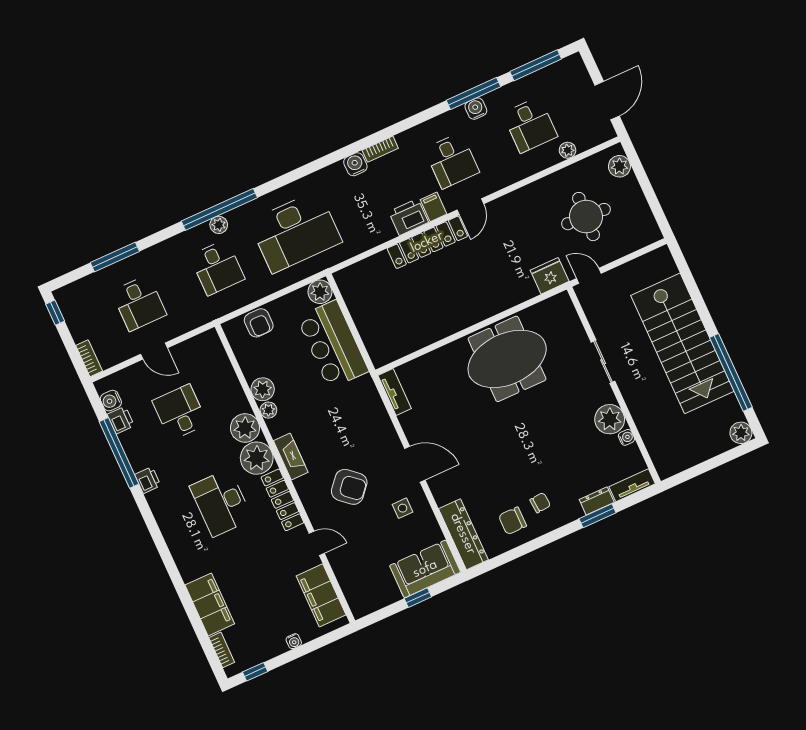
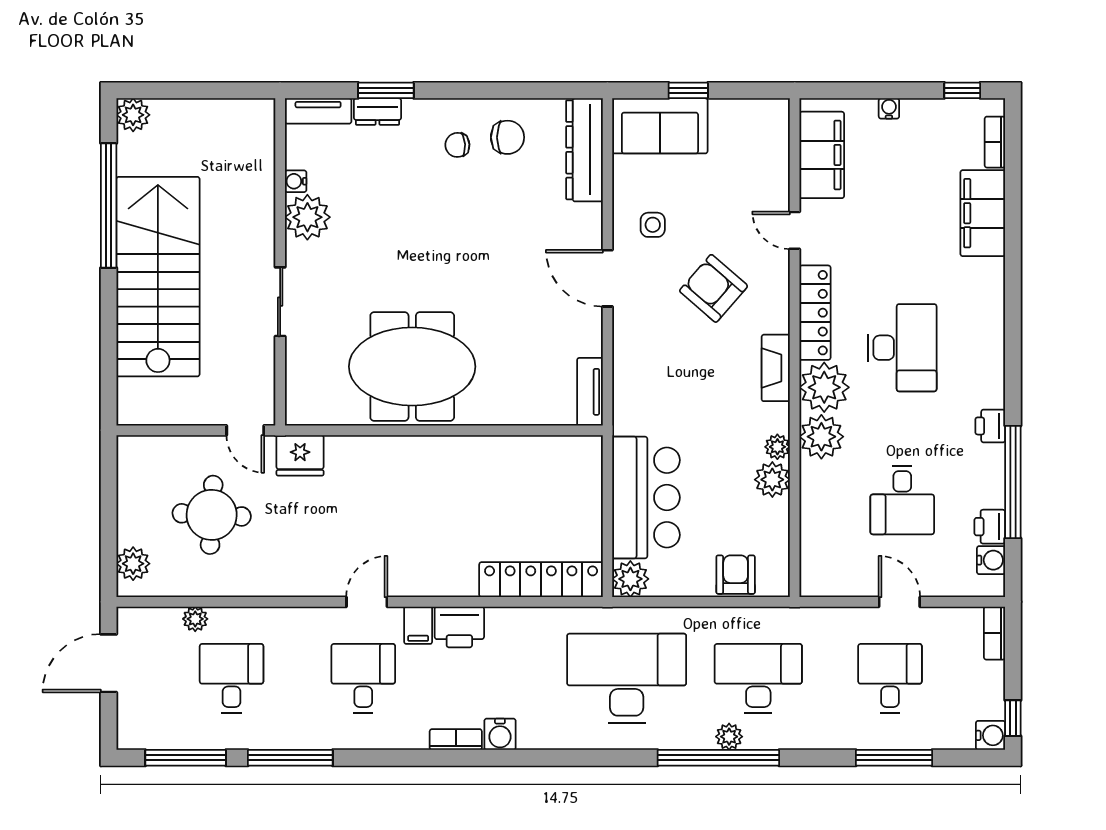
water cooler: (476, 109) -> (991, 735), moved, turned -90
locker: (427, 242) -> (541, 580), moved
desk: (217, 267) -> (758, 678), width x1.37

